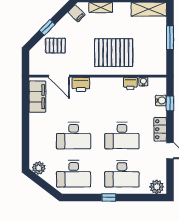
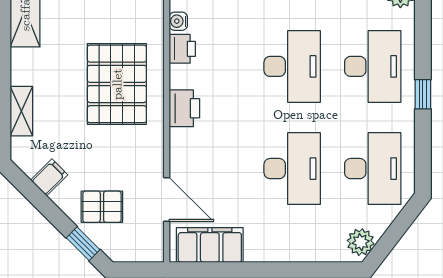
filing cabinet: (76, 13) -> (49, 177), moved
window: (47, 27) -> (83, 244), moved
pallet: (55, 46) -> (102, 207), turned 90
door: (59, 76) -> (167, 200), hinge flipped
printer: (81, 85) -> (184, 108), moved

